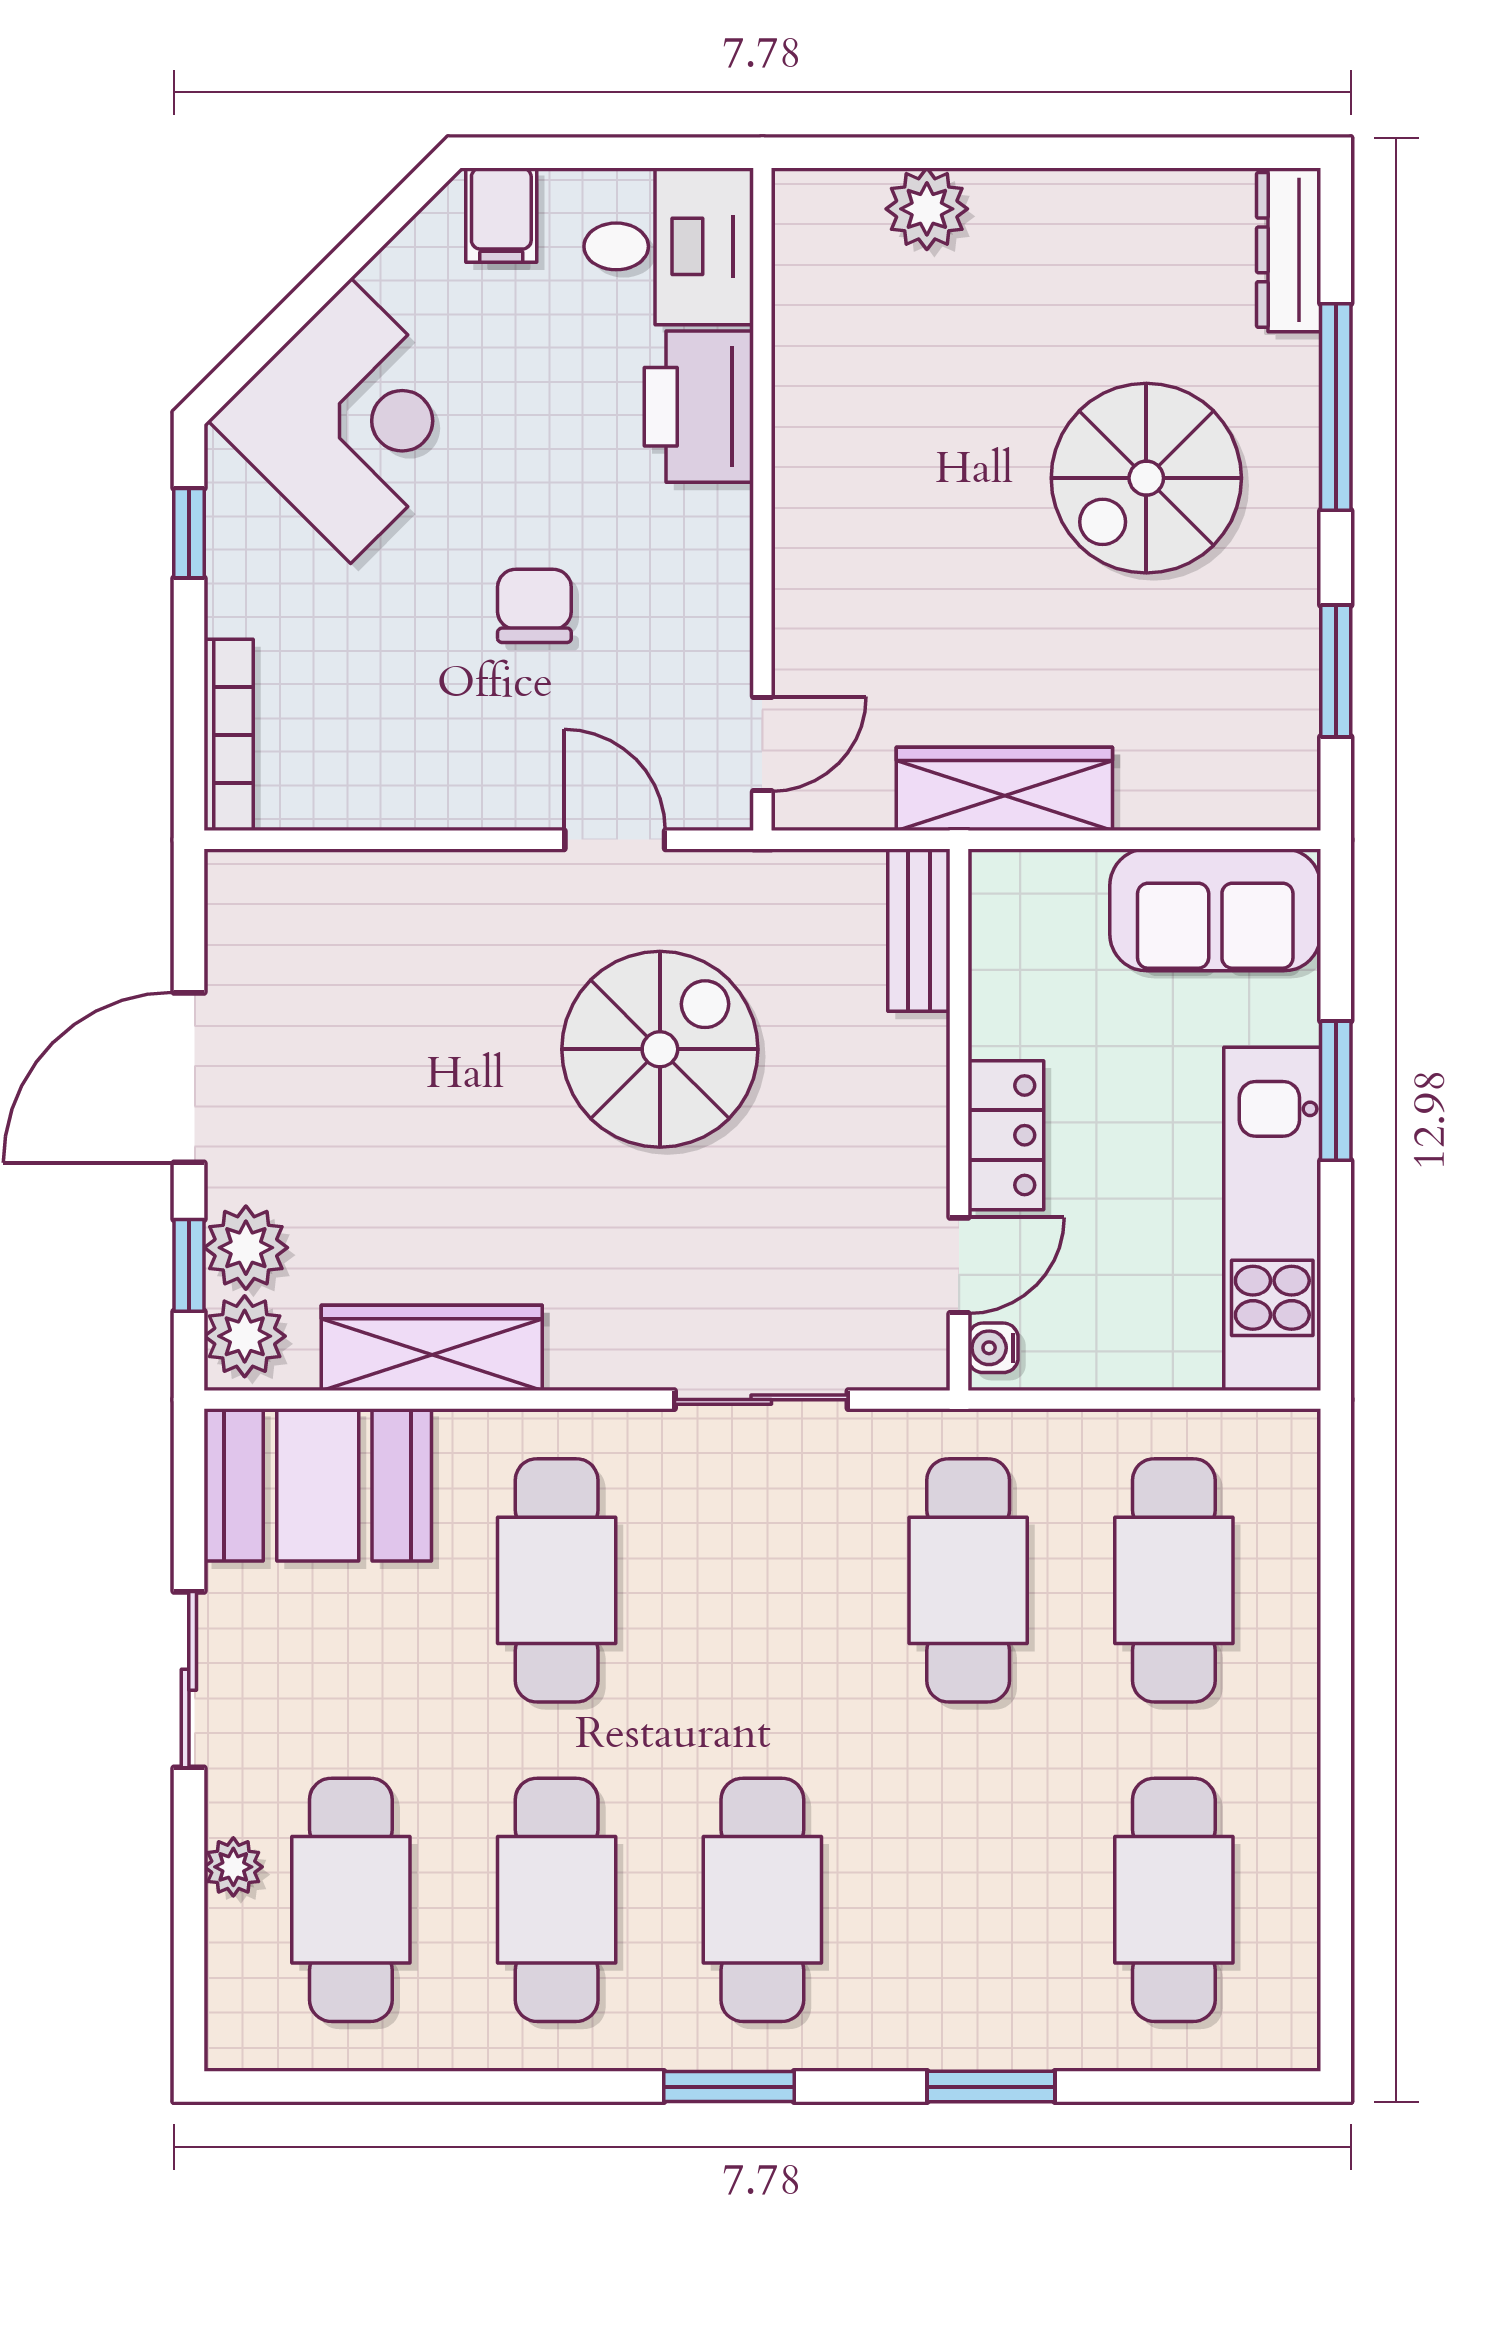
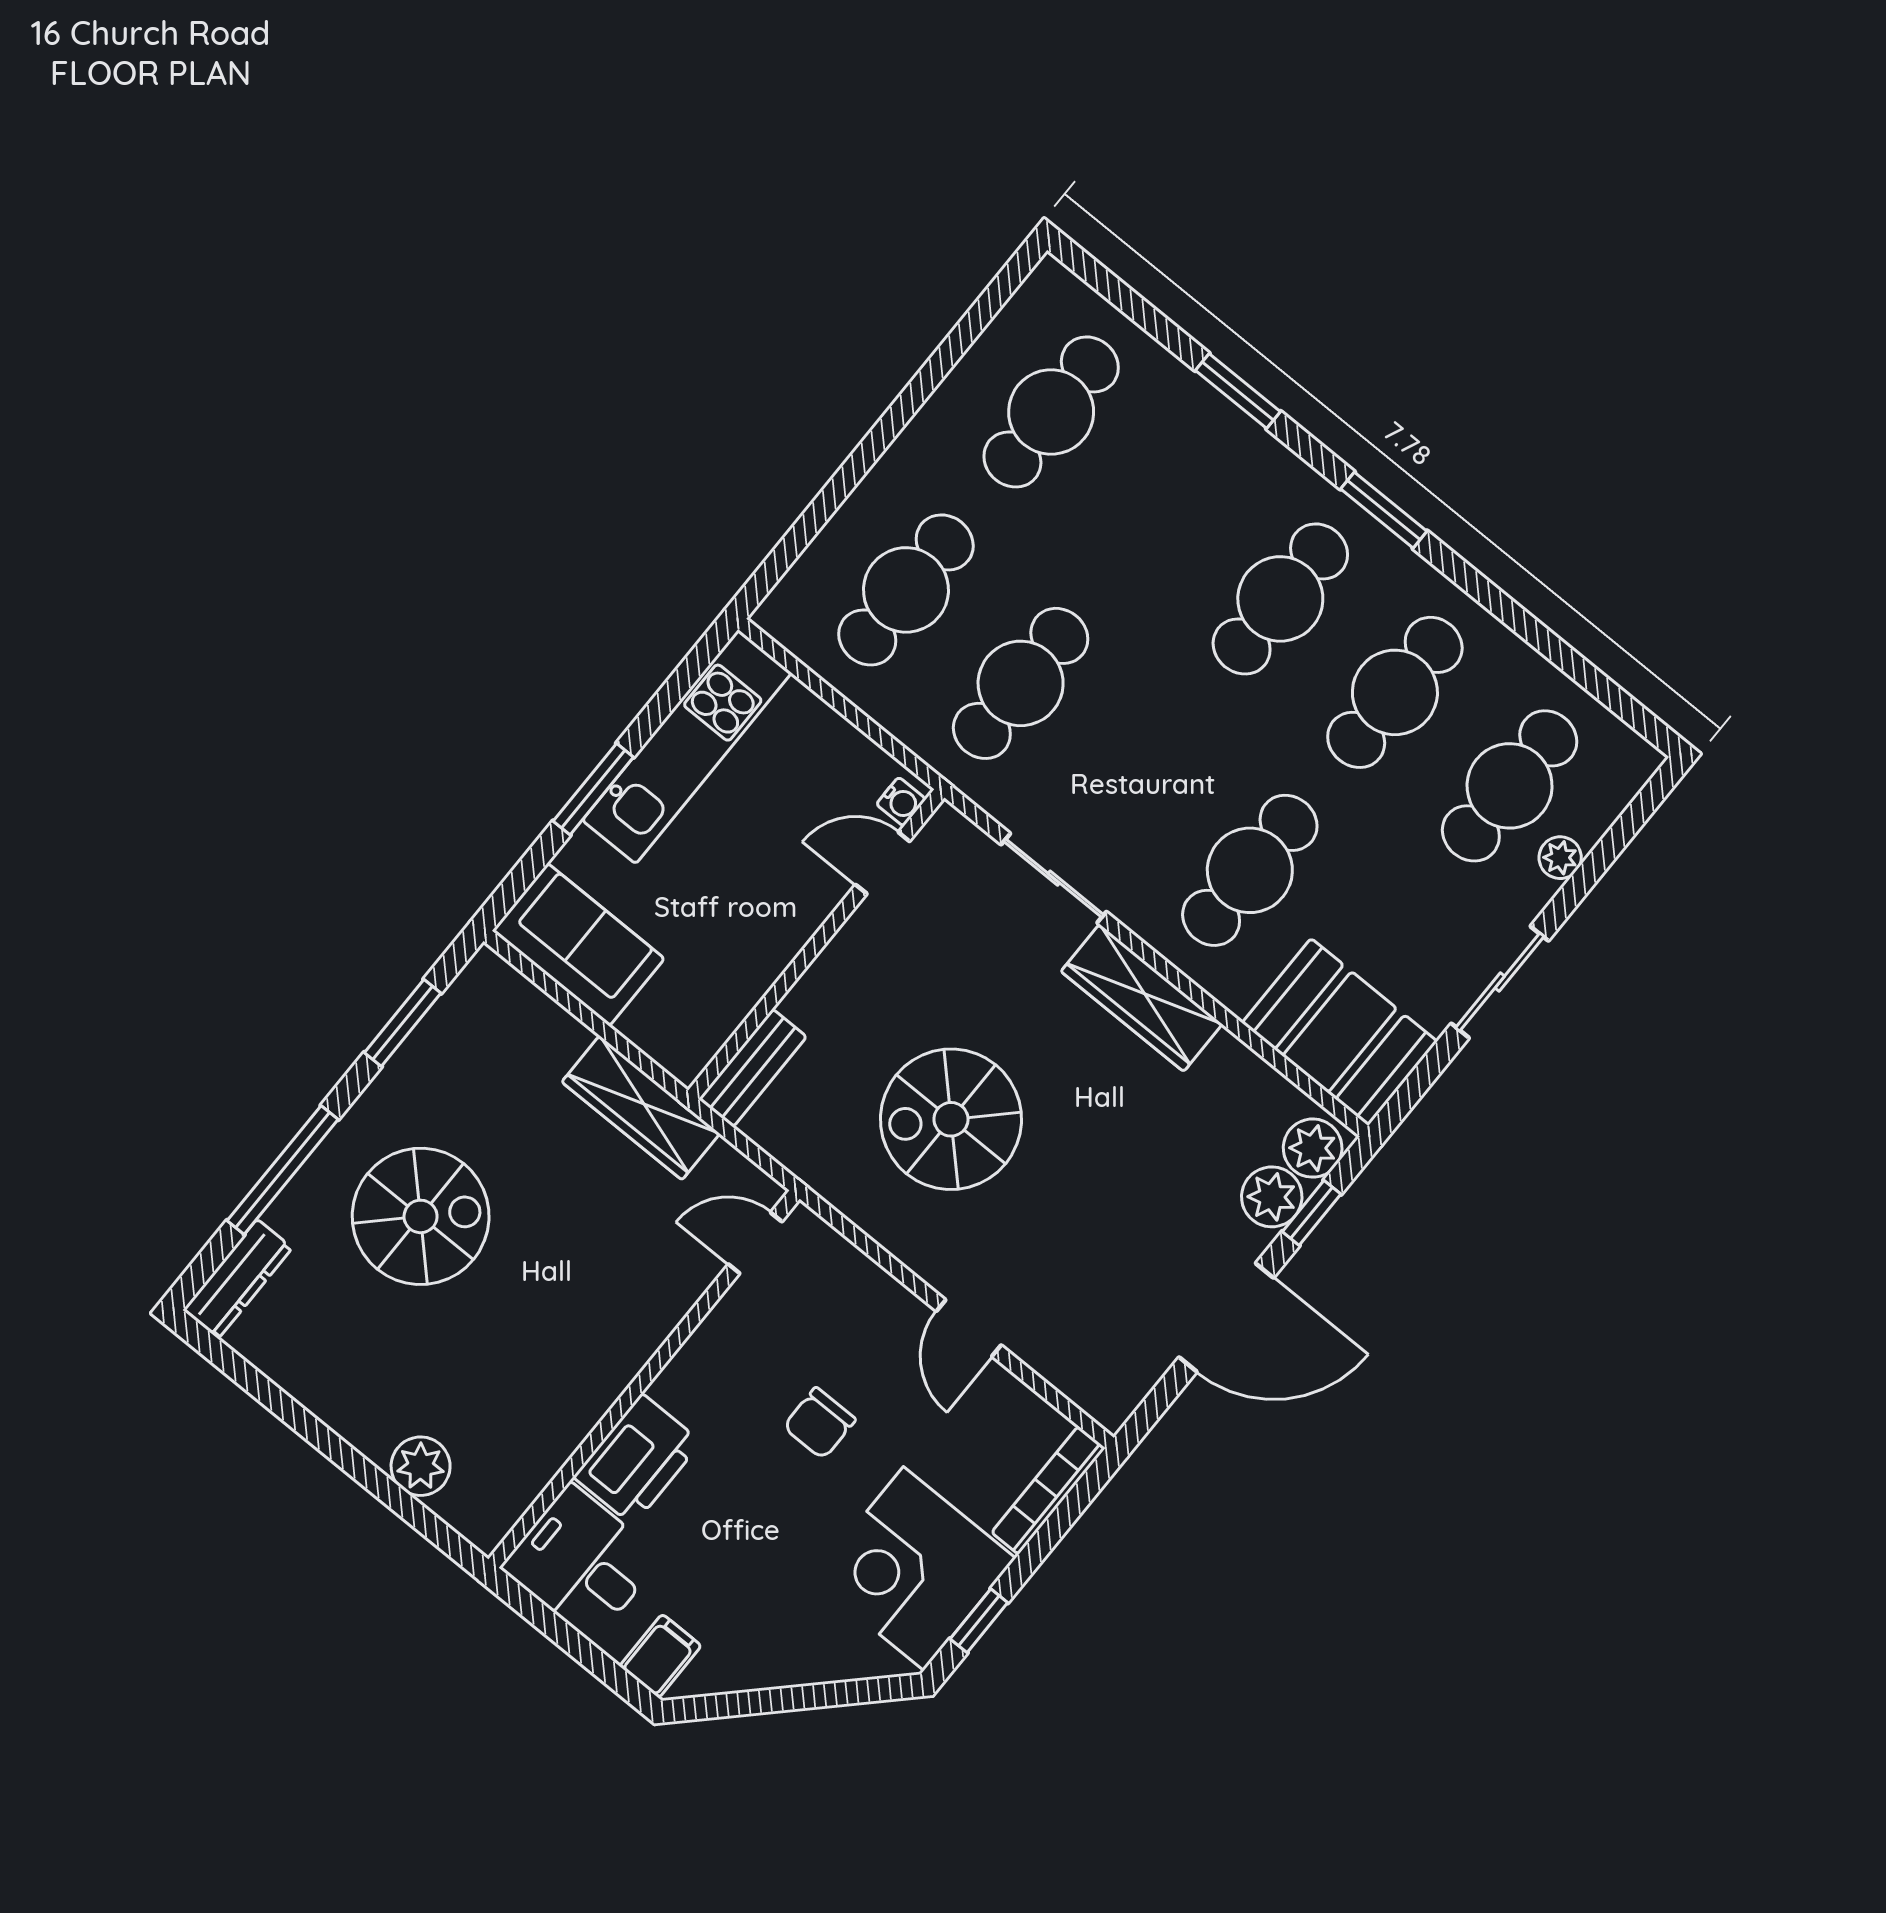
corner desk: (351, 421) -> (914, 1569), moved, turned -45
door: (615, 840) -> (969, 1328), moved
locker: (1006, 1135) -> (797, 914), removed
wardrobe: (432, 1348) -> (1142, 998), moved

